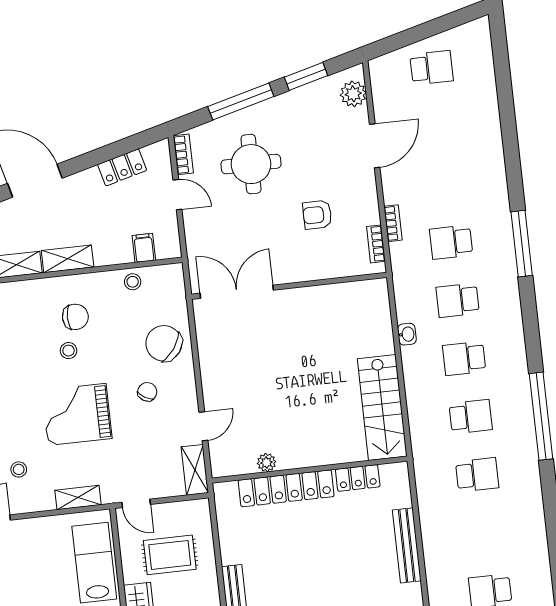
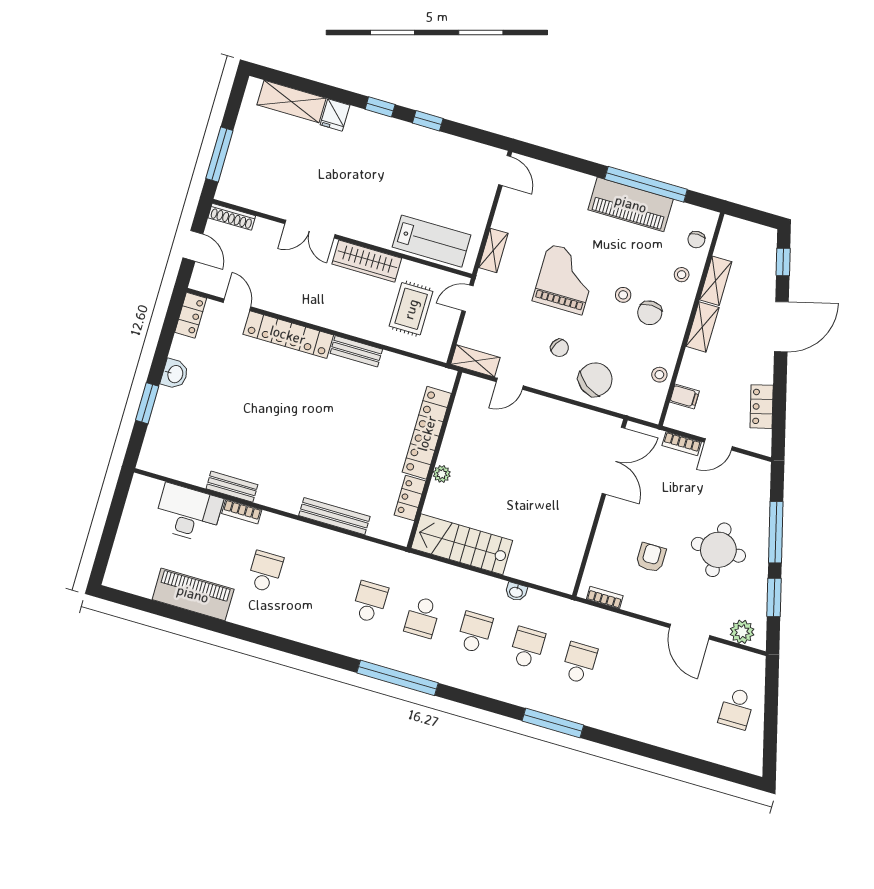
bookcase: (183, 154) -> (682, 444), moved
round table: (251, 164) -> (718, 550), moved
bookcase: (393, 223) -> (617, 620), removed
door: (203, 426) -> (510, 384), hinge flipped
plant: (267, 463) -> (442, 474), moved
stool: (19, 469) -> (682, 275), moved
school desk: (477, 475) -> (370, 602), turned 180

